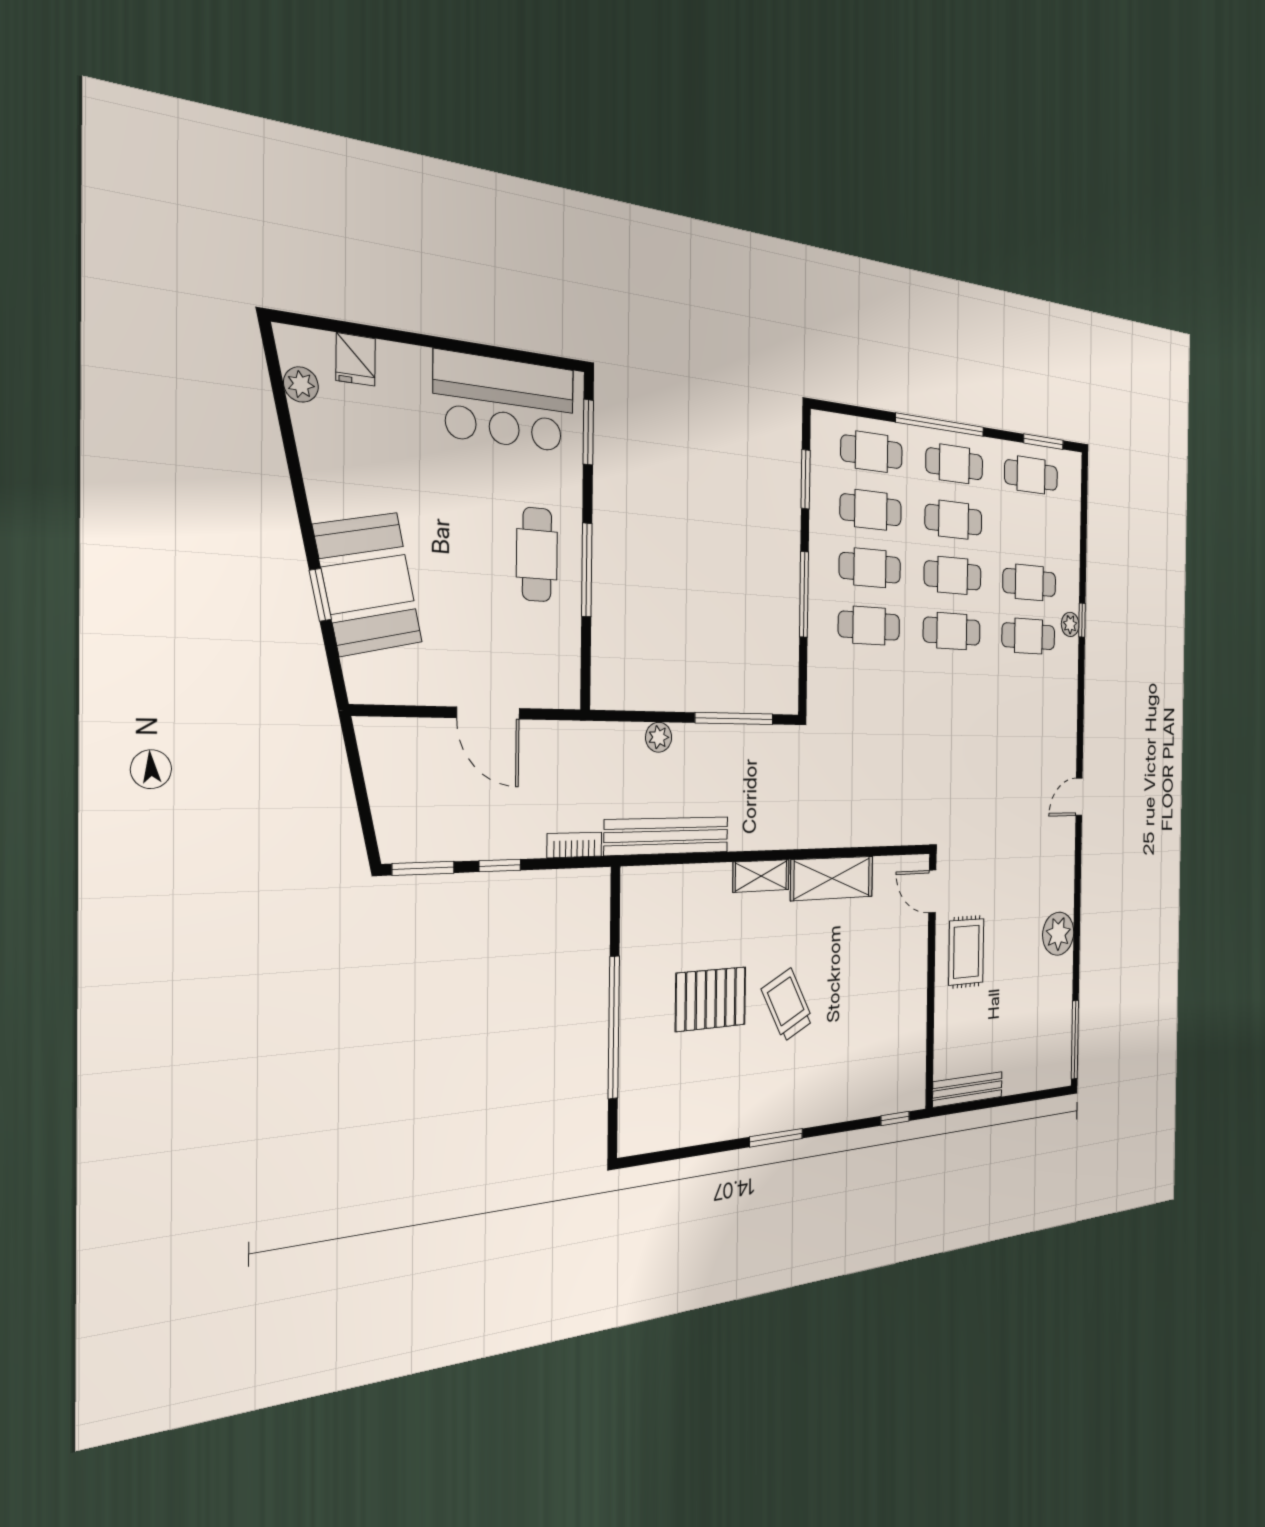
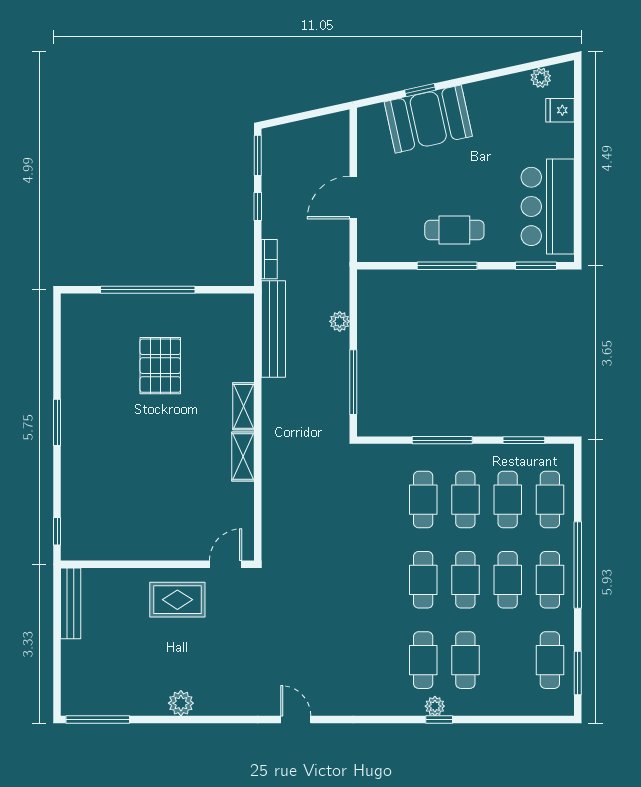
shelving: (832, 878) -> (243, 456), width x0.67, depth x0.75
plant: (1058, 934) -> (181, 703), width x0.73, depth x0.73
trolley: (787, 1005) -> (151, 430), removed

